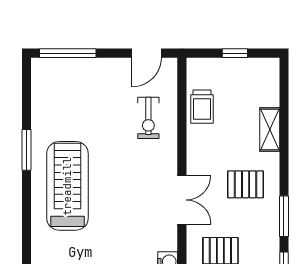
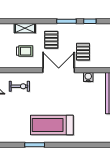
trolley: (202, 107) -> (25, 51), moved
double door: (182, 200) -> (59, 70), width x1.37

